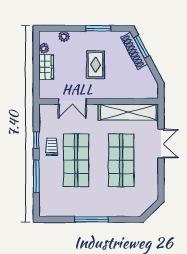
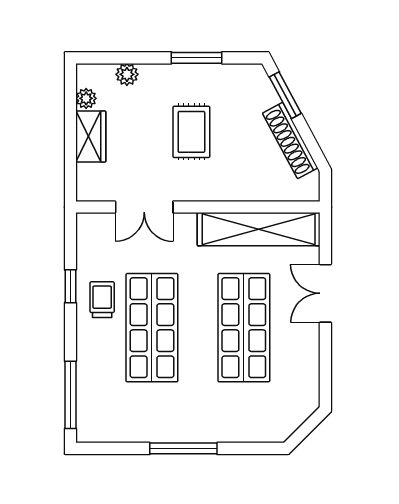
shoe rack: (134, 51) -> (290, 141), moved
double door: (161, 144) -> (325, 293), swing flipped
window: (36, 176) -> (70, 395), moved

